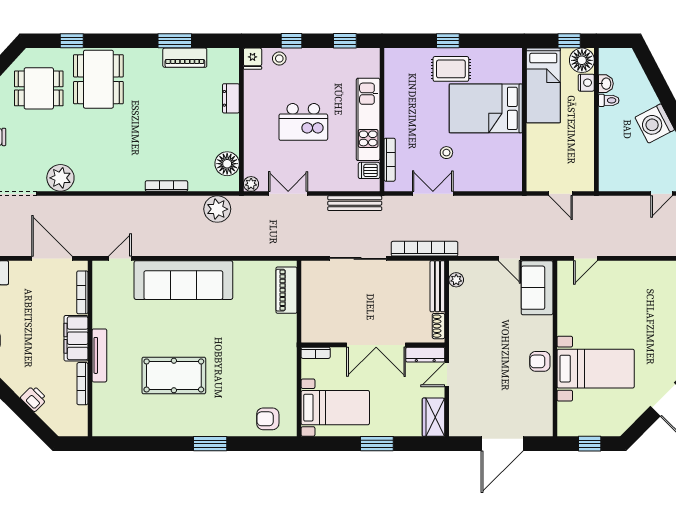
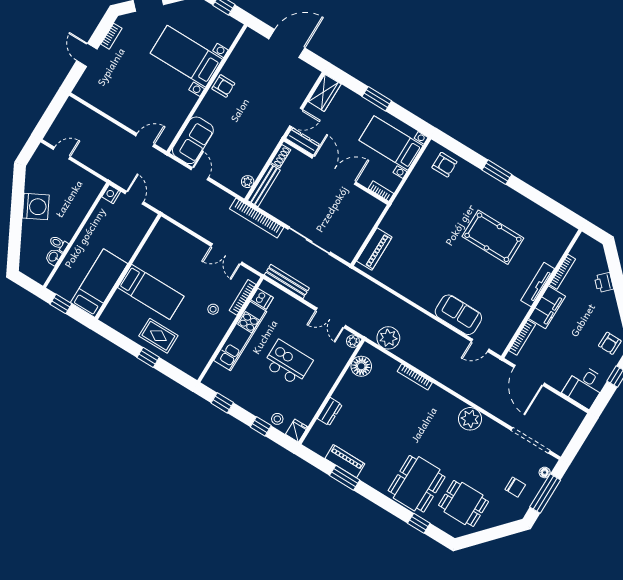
floor lamp: (582, 60) -> (60, 284), removed
nightstand: (586, 83) -> (111, 194), moved
bed: (486, 108) -> (151, 292), width x0.67
stool: (446, 153) -> (213, 309), moved
plant: (60, 178) -> (470, 419), moved
sofa: (183, 280) -> (458, 315), width x0.54, depth x0.79

